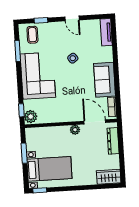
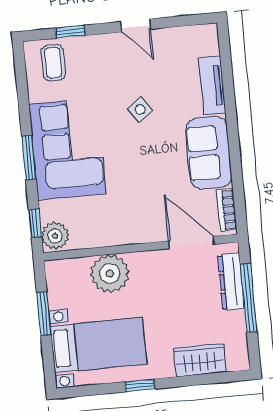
tv unit: (106, 32) -> (212, 85), moved
window: (18, 51) -> (29, 157), moved
plant: (75, 130) -> (110, 273), moved, width x1.88, depth x1.88
window: (121, 149) -> (249, 298), added
wardrobe: (109, 177) -> (199, 360), moved
window: (40, 190) -> (140, 385), moved

